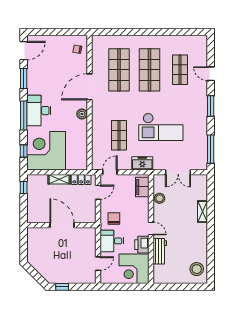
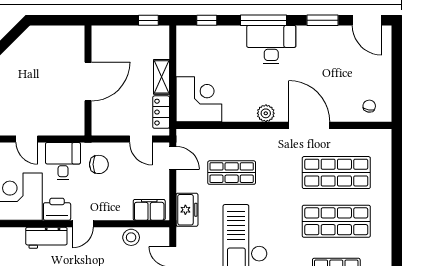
corner desk: (46, 151) -> (199, 99), moved, width x0.74, depth x0.74

